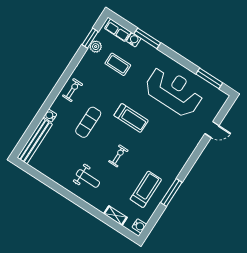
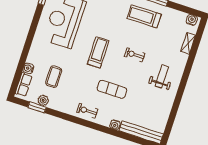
window: (147, 38) -> (24, 57), removed
treadmill: (146, 189) -> (144, 16), moved

